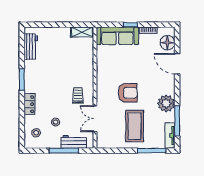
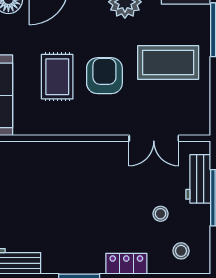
rug: (127, 68) -> (57, 77), added
trolley: (78, 96) -> (110, 171), removed

